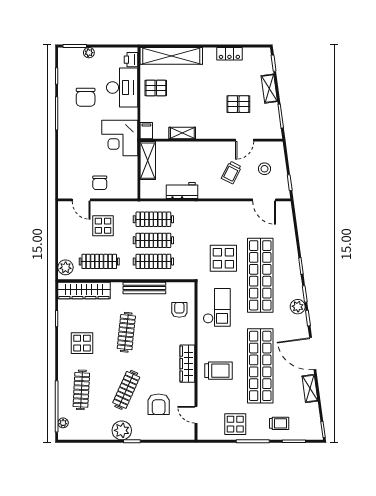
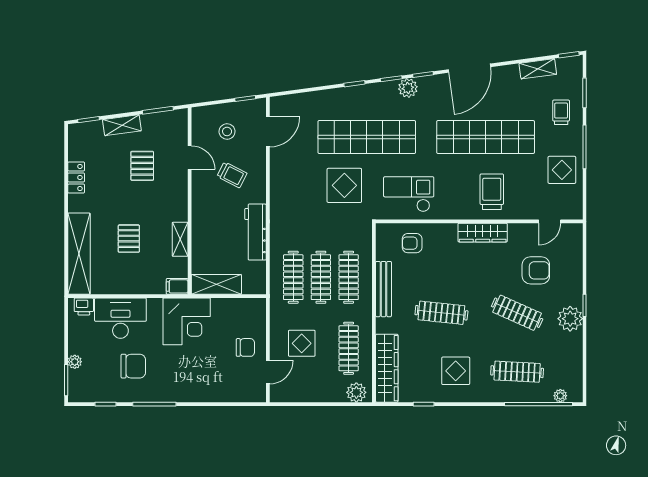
pallet: (156, 88) -> (129, 239), moved
workbench: (182, 190) -> (256, 232), width x1.38
shelving: (310, 389) -> (538, 69), moved

